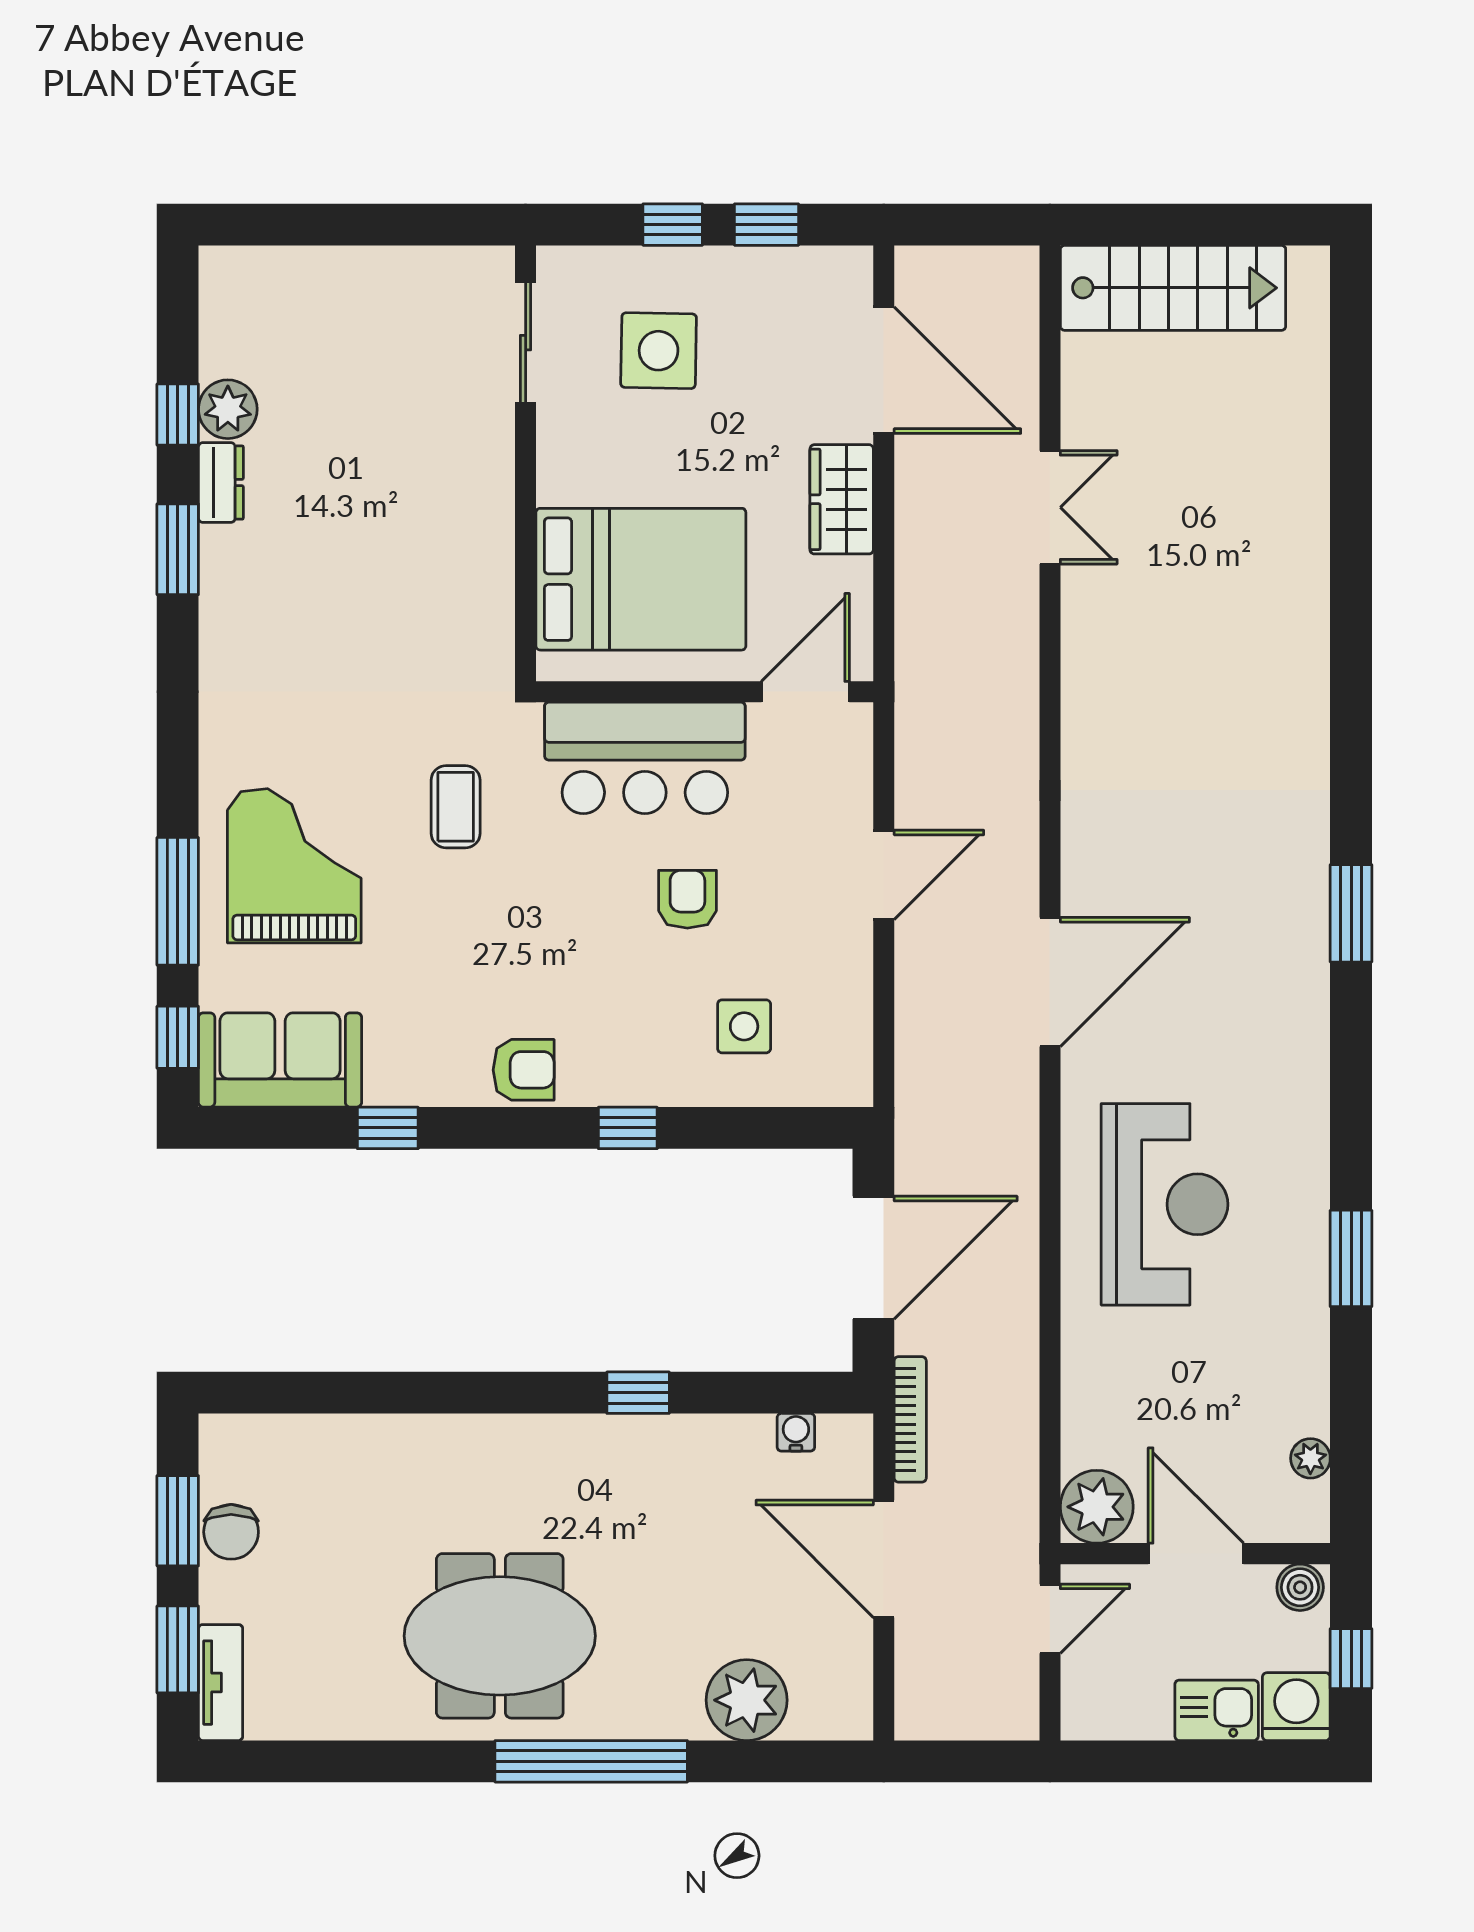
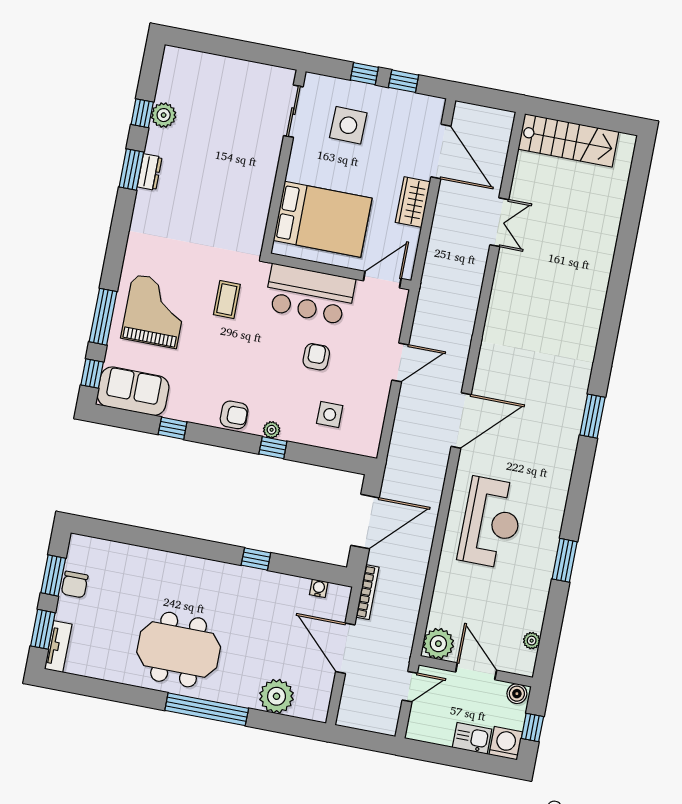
dresser: (221, 483) -> (150, 172), moved
plant: (617, 1087) -> (272, 430), added

